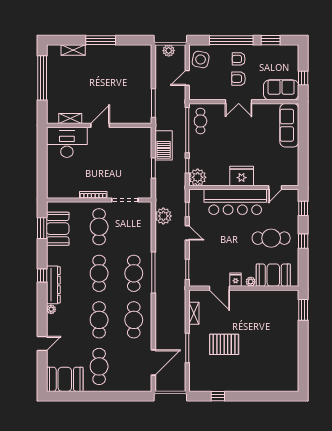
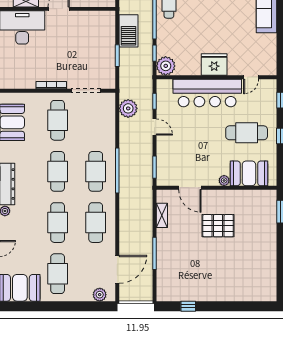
fridge: (236, 280) -> (207, 178), removed
pallet: (224, 344) -> (218, 226), moved
plant: (137, 385) -> (100, 295), added

